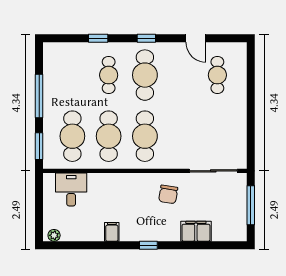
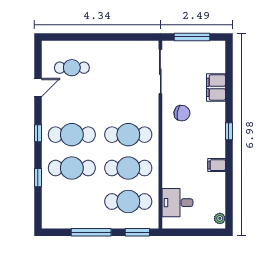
cafe table: (109, 75) -> (72, 168), width x1.37, depth x1.35

